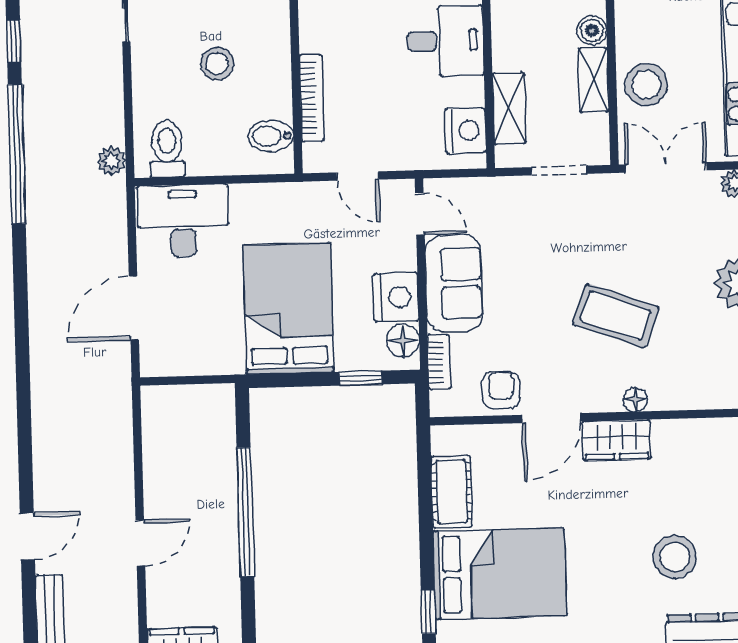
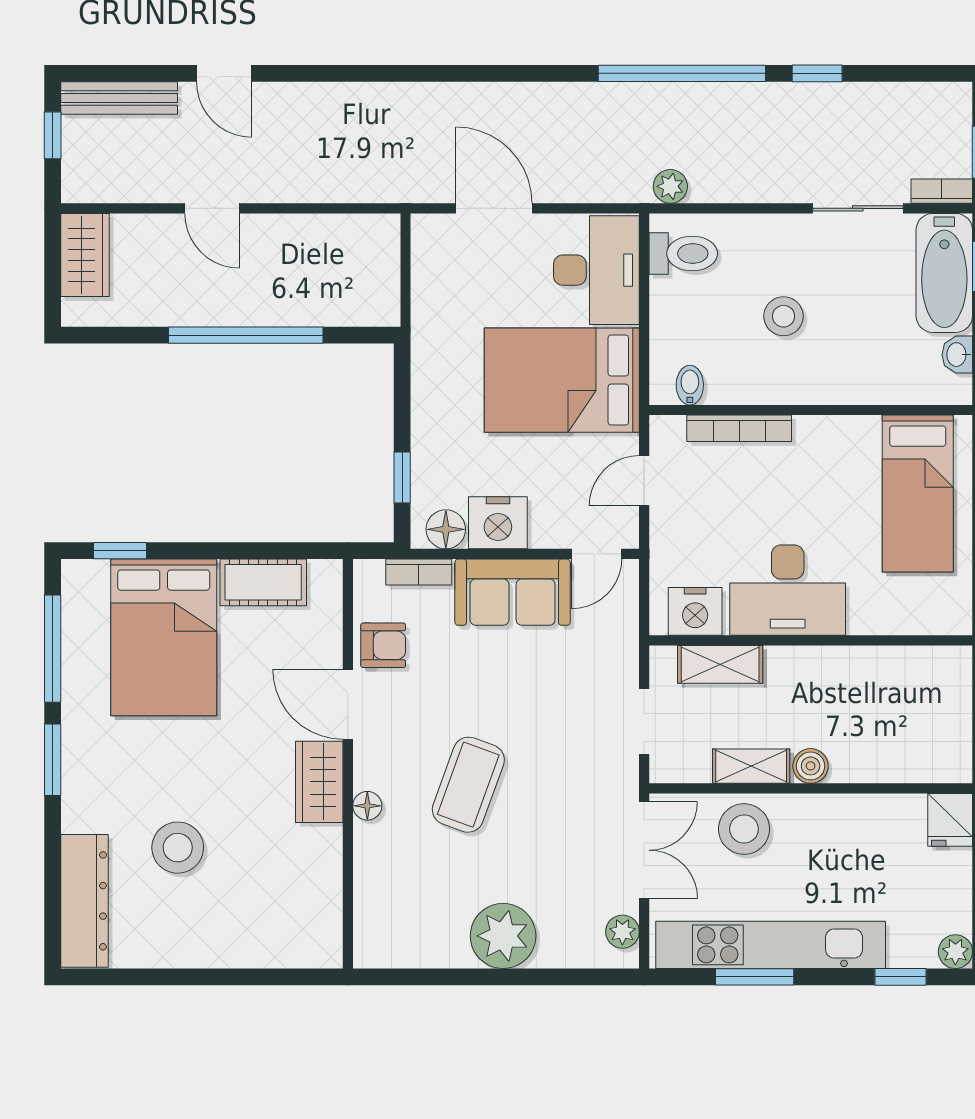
desk: (445, 41) -> (788, 590), width x1.37
bidet: (271, 136) -> (690, 385), width x0.72, depth x0.74
bed: (288, 309) -> (562, 380), moved, turned 180

